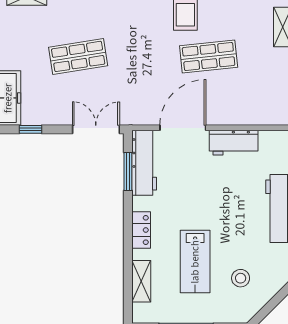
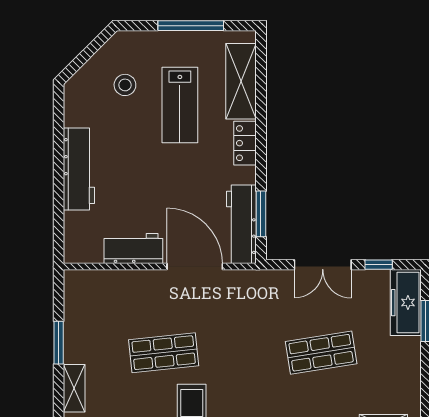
door: (183, 128) -> (195, 267), swing flipped
double door: (96, 129) -> (323, 265), moved
lab bench: (195, 262) -> (180, 105), turned 180
shelving: (141, 281) -> (241, 81), width x1.50, depth x1.33

